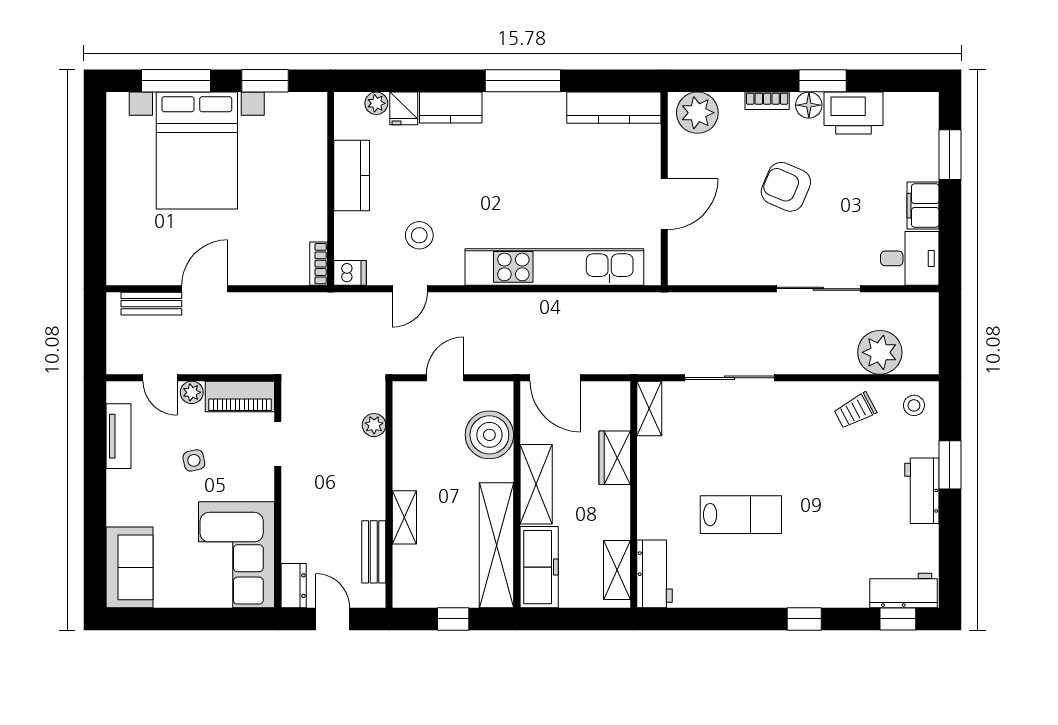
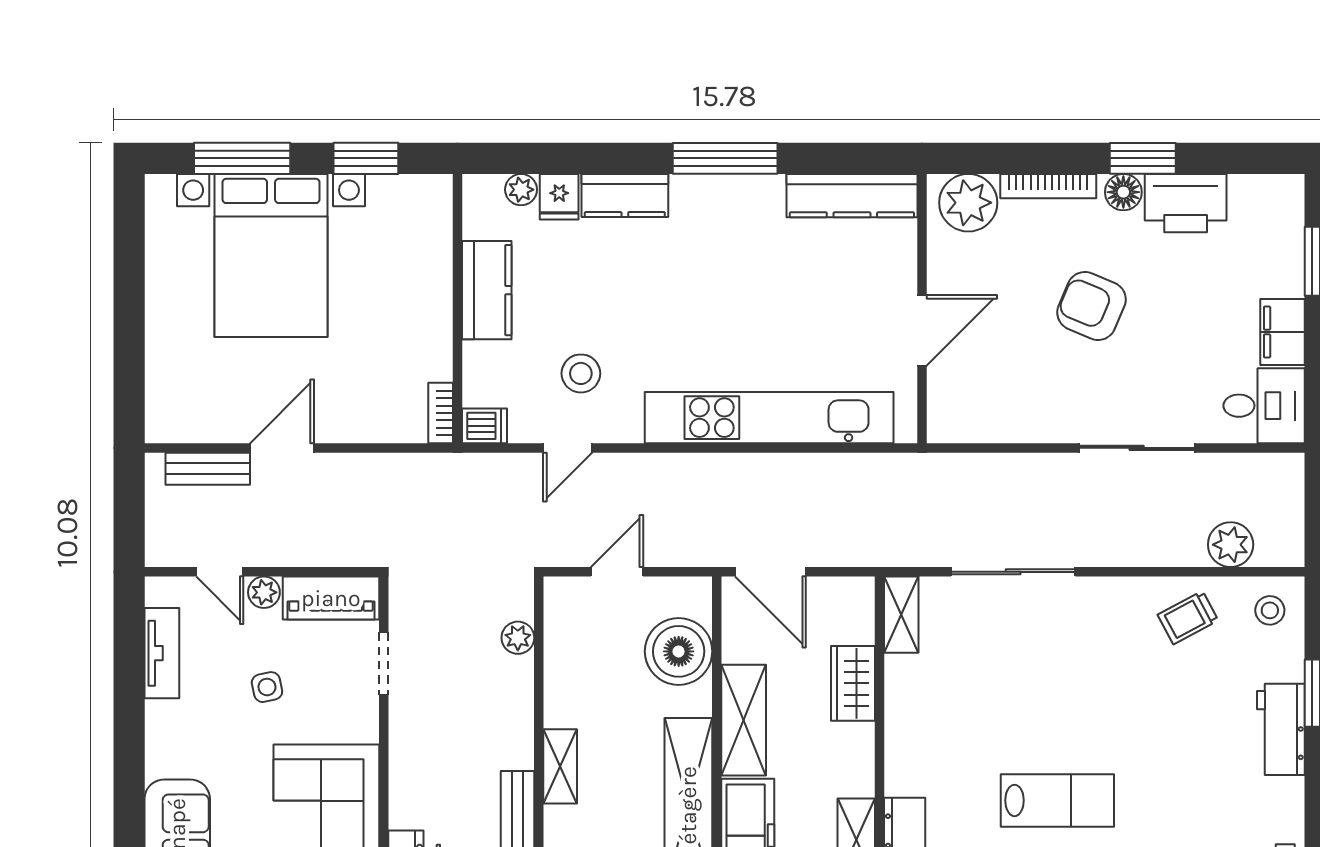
bookcase: (767, 101) -> (1048, 186), width x1.56
plant: (880, 352) -> (1231, 545), width x0.73, depth x0.73
lab bench: (741, 515) -> (1057, 800), moved

